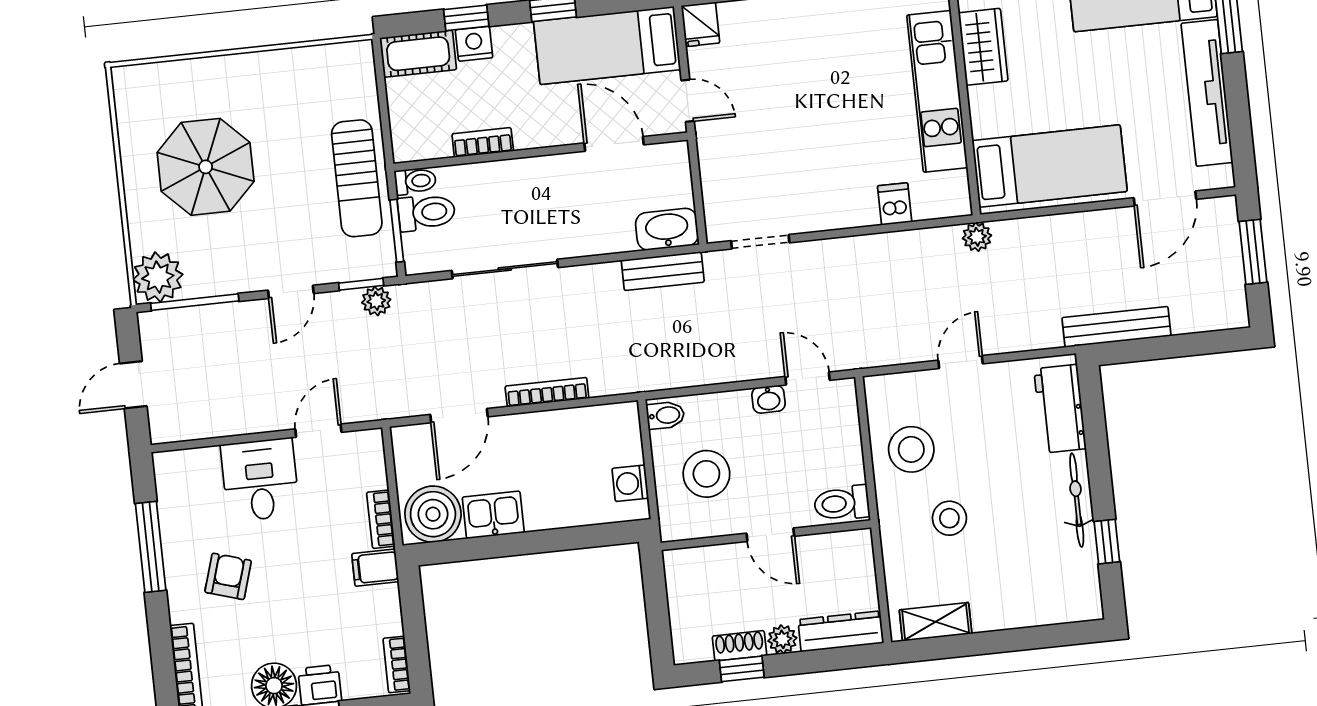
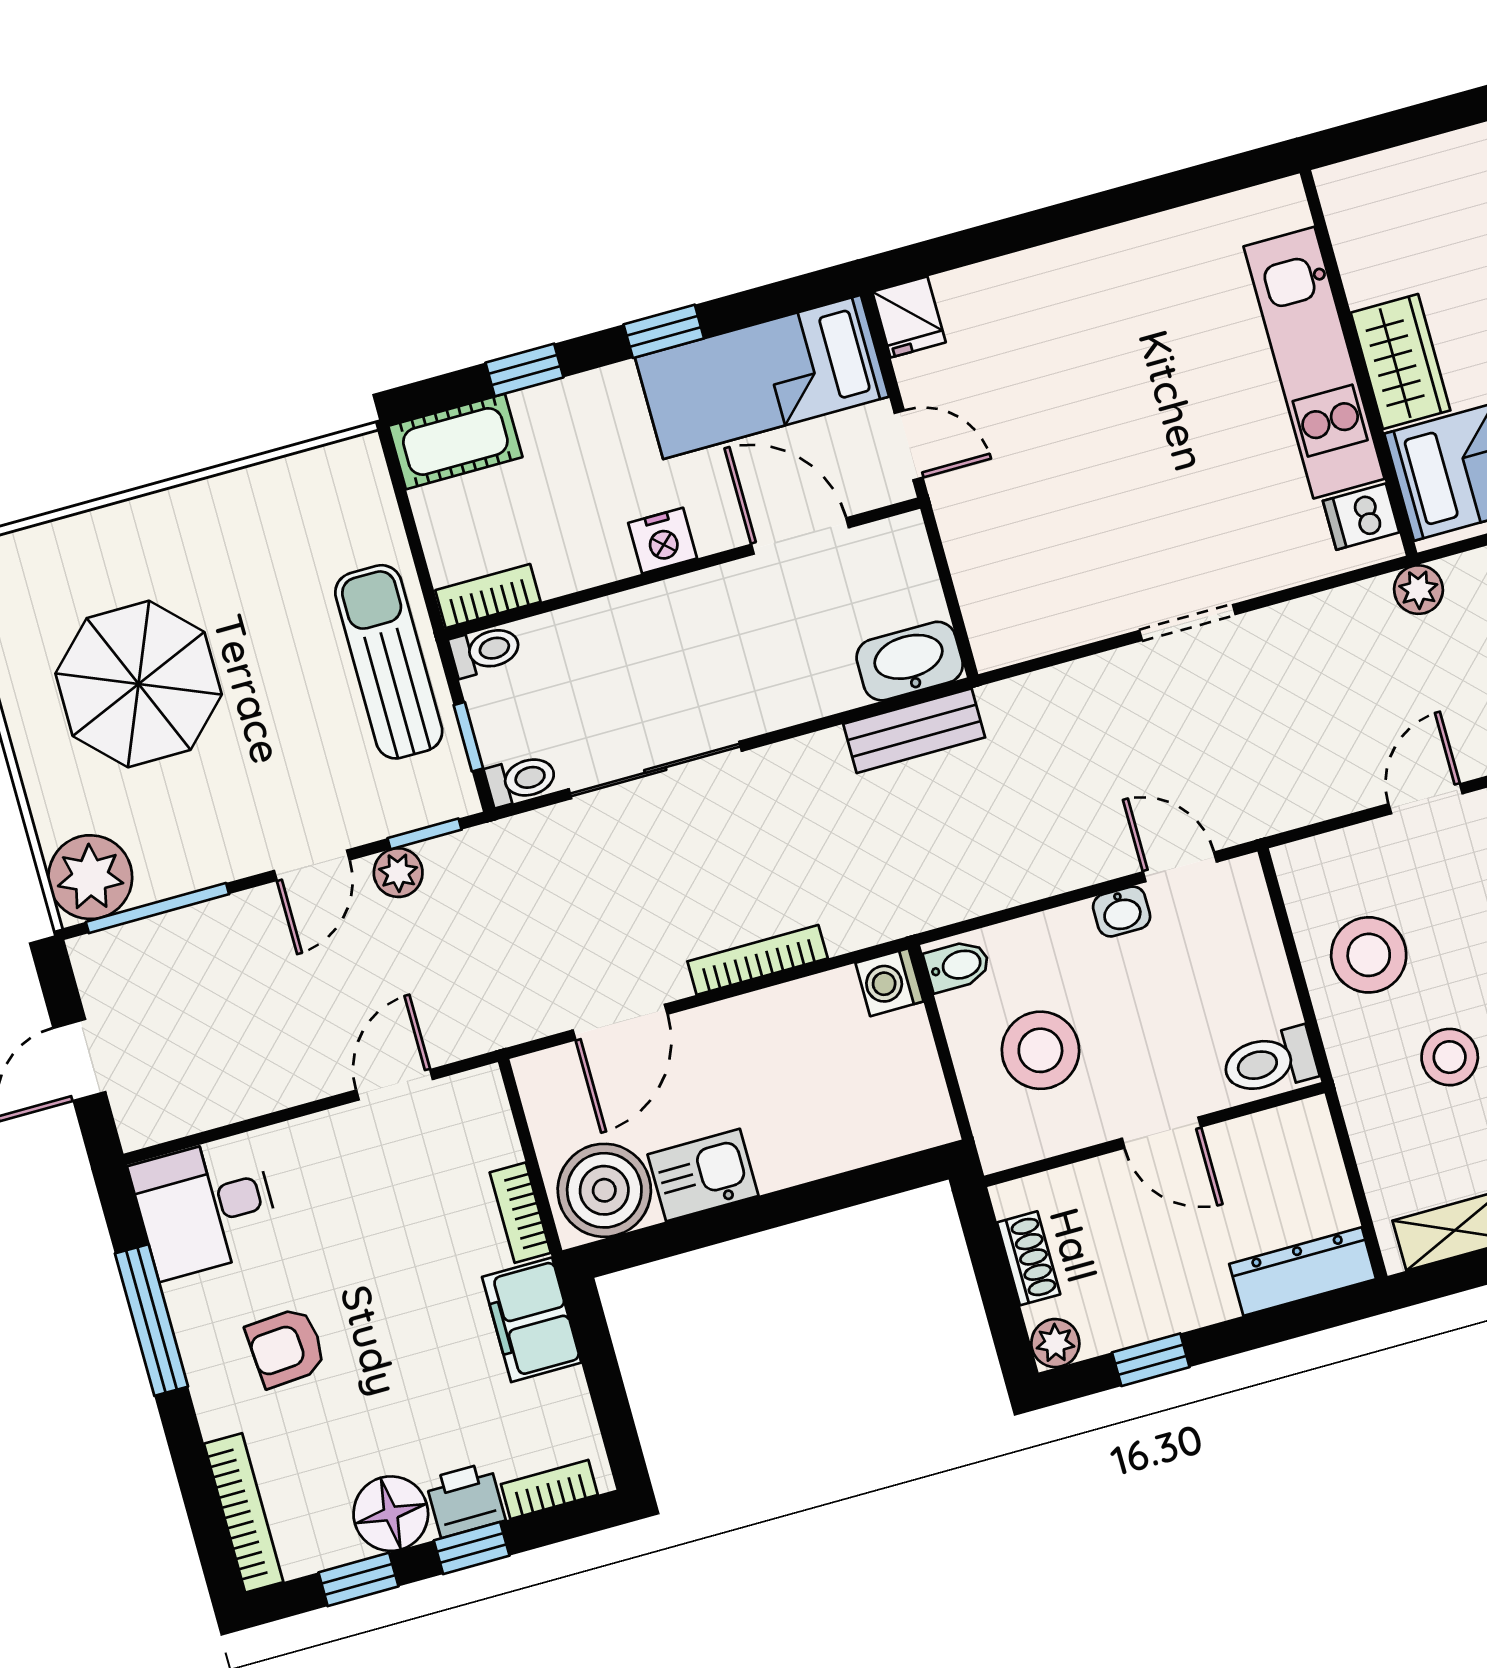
nightstand: (474, 44) -> (663, 541), moved, turned 180
wardrobe: (983, 47) -> (1401, 362), moved
bookcase: (483, 142) -> (488, 596), moved
sun lounger: (357, 178) -> (389, 662), turned 180
dishwasher: (895, 204) -> (1361, 517), moved, turned -90
toilet: (426, 212) -> (521, 780), moved, width x0.73, depth x0.72
window: (397, 231) -> (468, 737), width x0.67
doorway: (760, 242) -> (1187, 622), moved
plant: (376, 301) -> (398, 873), moved
desk: (260, 480) -> (206, 1207), moved, turned -90
washing machine: (630, 483) -> (889, 982), moved
filing cabinet: (375, 568) -> (532, 1320), width x2.00
armchair: (228, 576) -> (286, 1347), turned -111
plant: (782, 639) -> (1055, 1343), moved
shoe rack: (739, 646) -> (1029, 1258), moved, turned 90
bookcase: (397, 664) -> (549, 1489), moved, turned 90

